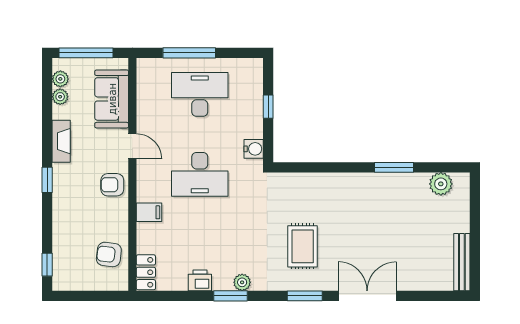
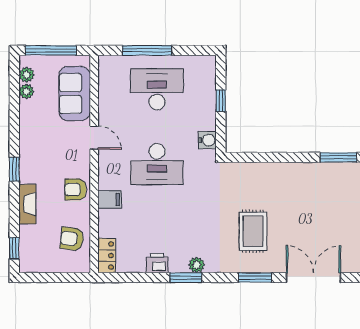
fireplace: (61, 141) -> (27, 204), moved
armchair: (112, 185) -> (76, 190), moved

